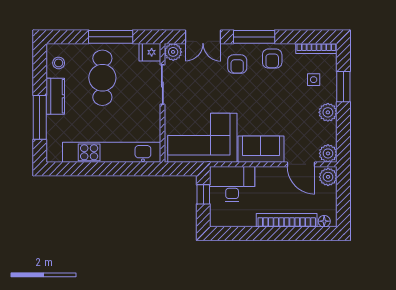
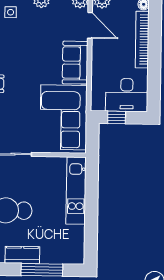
kitchen unit: (112, 152) -> (76, 191), width x0.73
door: (301, 164) -> (90, 25), hinge flipped
desk: (232, 184) -> (127, 95), moved, turned -90

